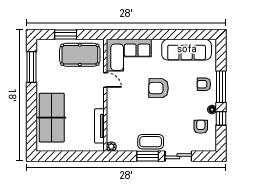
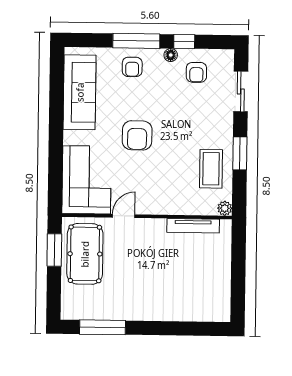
window: (66, 34) -> (54, 250), moved
table tennis table: (52, 118) -> (179, 298), removed
armchair: (201, 127) -> (196, 72), turned -90
coffee table: (151, 142) -> (211, 169), moved
sliding door: (178, 156) -> (241, 91), moved

